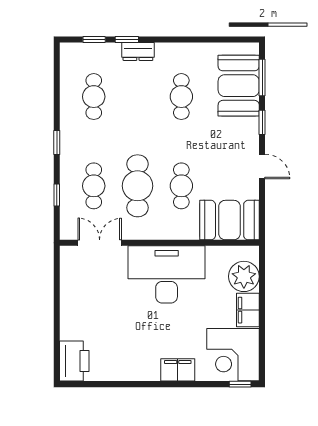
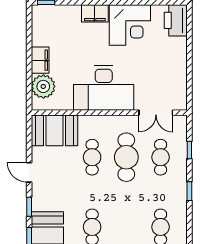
corner desk: (233, 355) -> (130, 25), moved, turned 90

